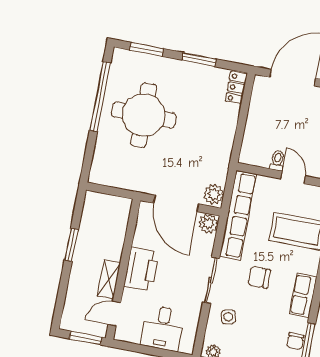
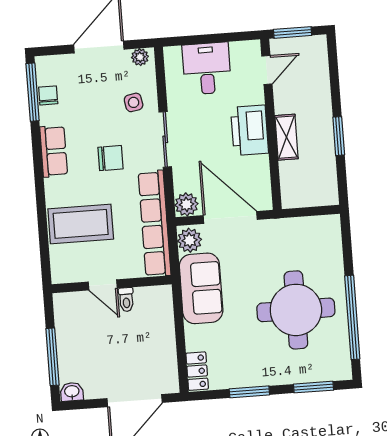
sofa: (215, 153) -> (201, 288), added
shelving: (109, 279) -> (286, 137), moved

